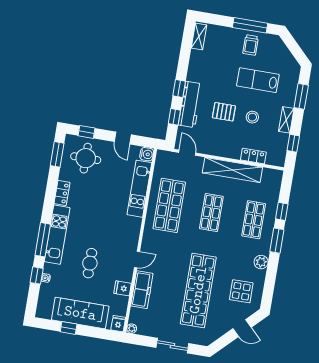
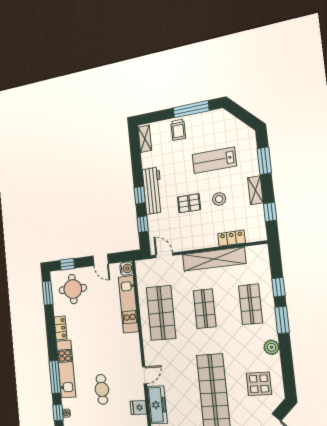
trolley: (251, 45) -> (178, 130), moved
workbench: (190, 104) -> (153, 191), moved

